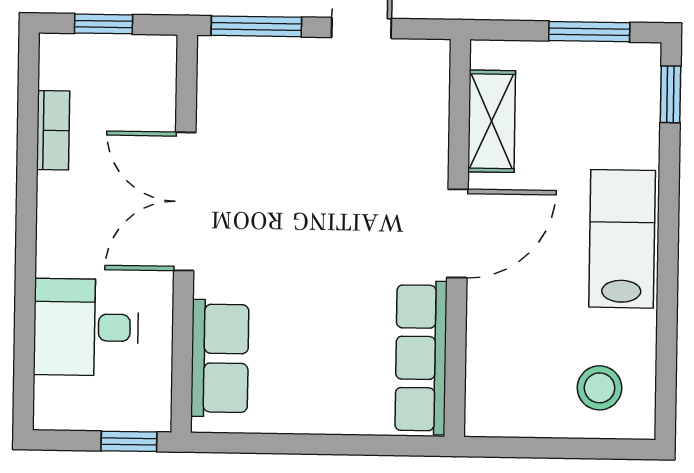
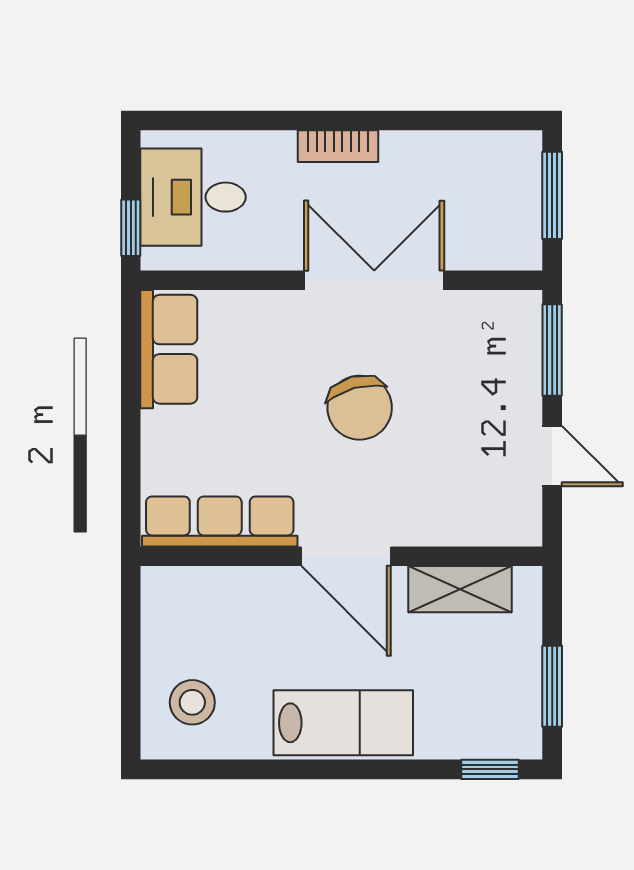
window: (103, 24) -> (552, 195), width x1.50
bookcase: (53, 130) -> (338, 146), moved
chair: (311, 218) -> (360, 408), added
desk: (86, 327) -> (193, 197), moved, turned -90
row of seats: (220, 358) -> (169, 349), moved, turned -90

